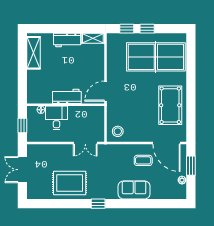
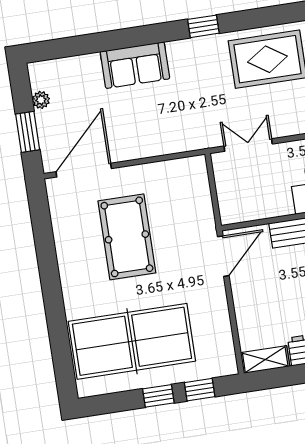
pool table: (170, 105) -> (127, 237), moved
stool: (118, 131) -> (186, 179), removed
door: (167, 143) -> (84, 170), hinge flipped
coffee table: (143, 160) -> (126, 128), removed

